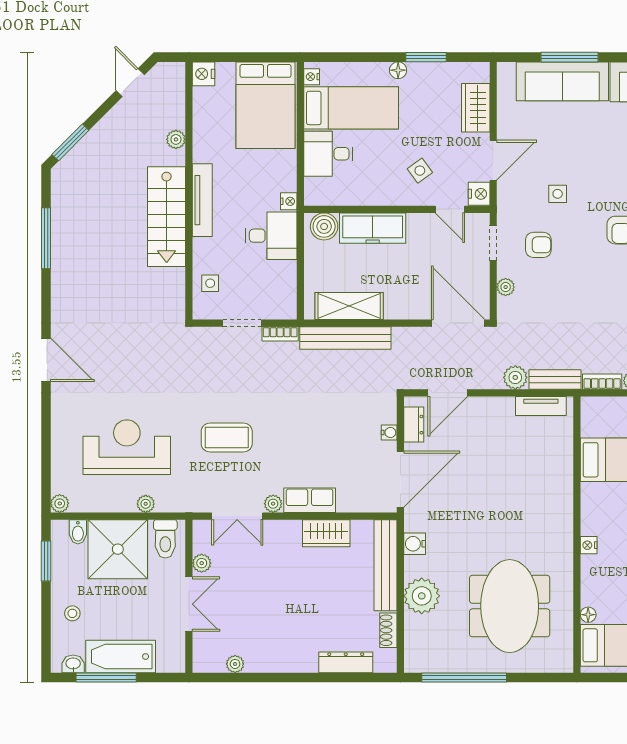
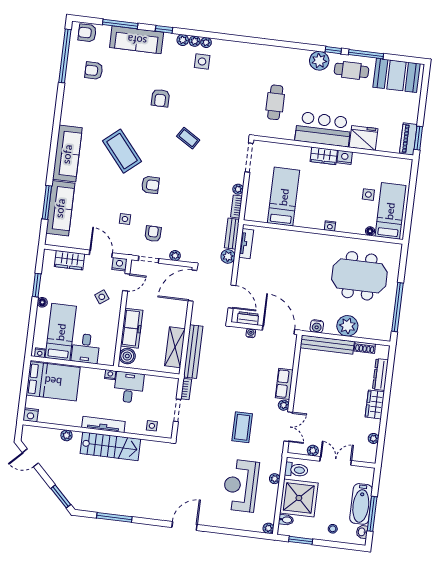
wardrobe: (326, 533) -> (375, 404), moved, turned 180

